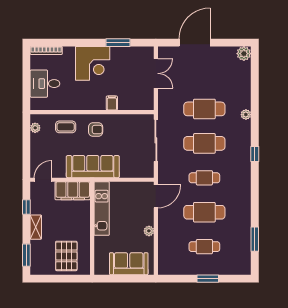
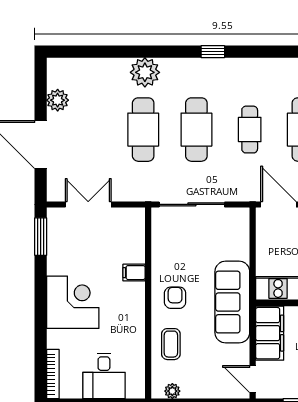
window: (118, 43) -> (41, 237), moved
plant: (244, 54) -> (58, 100), moved
plant: (246, 115) -> (145, 72), width x1.88, depth x1.88

